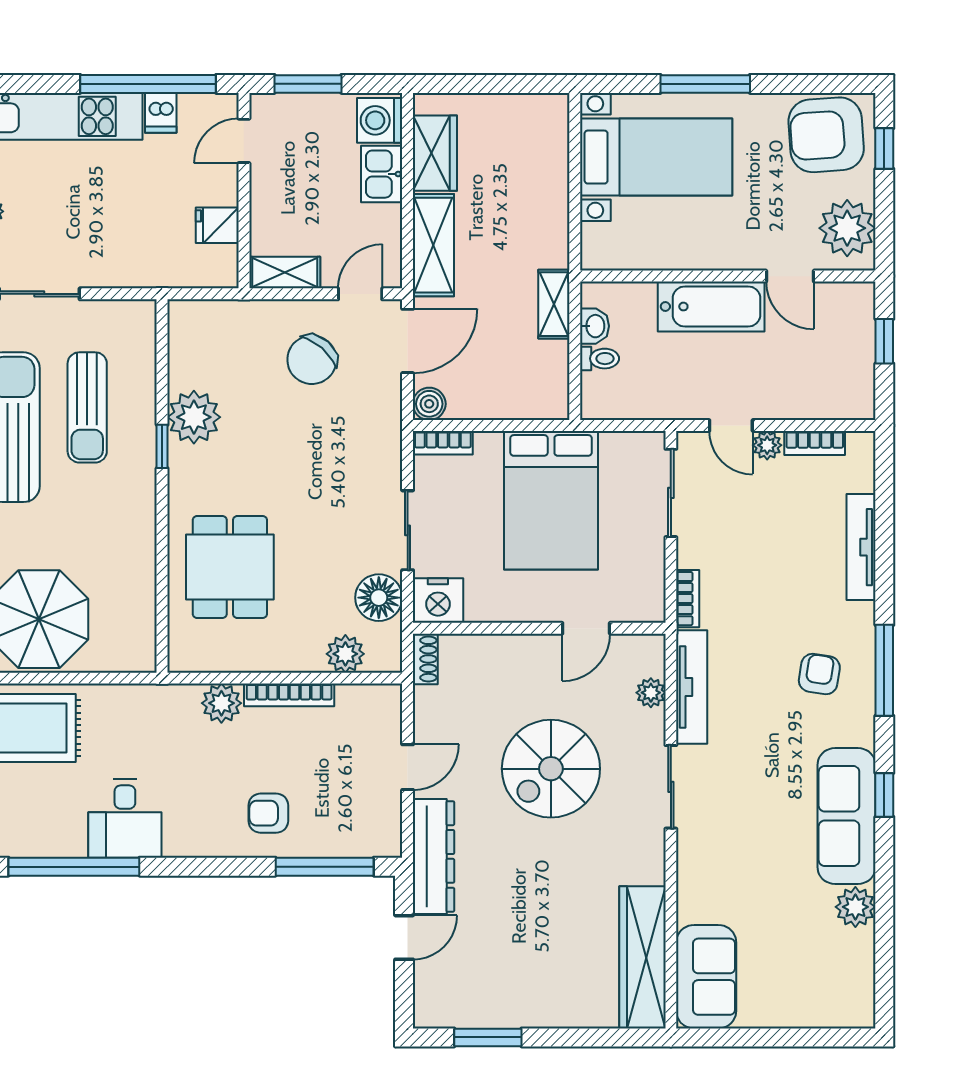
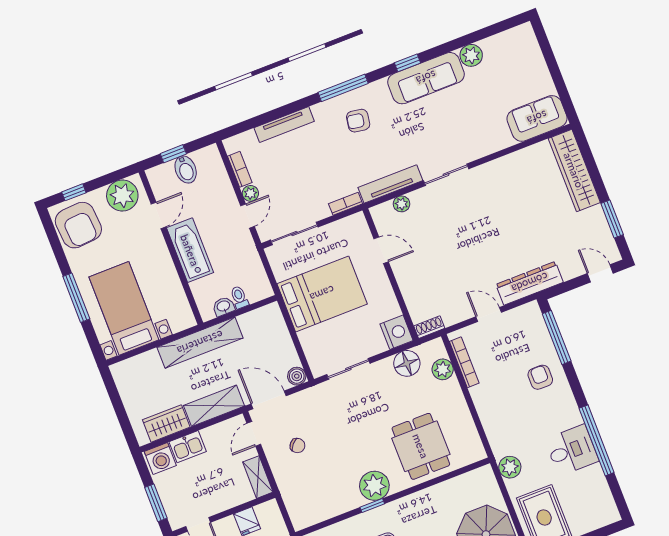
door: (360, 294) -> (254, 434), hinge flipped
shelving: (554, 304) -> (200, 343), width x2.20, depth x1.33
bidet: (850, 352) -> (186, 169), added
chair: (312, 360) -> (297, 446), width x0.54, depth x0.54
plant: (194, 417) -> (374, 486), moved
bookcase: (443, 443) -> (314, 361), removed
sliding door: (408, 530) -> (348, 369), moved
dining table: (230, 567) -> (421, 446), turned 90
bookcase: (289, 695) -> (464, 362), moved
plant: (221, 703) -> (510, 467), moved
spiral stairs: (551, 769) -> (461, 240), removed
armchair: (268, 813) -> (540, 377), turned 180
window: (74, 867) -> (597, 440), moved
door: (404, 937) -> (600, 273), moved
wardrobe: (642, 957) -> (574, 170), moved, turned 90

